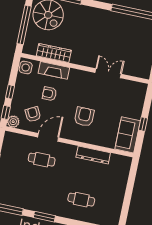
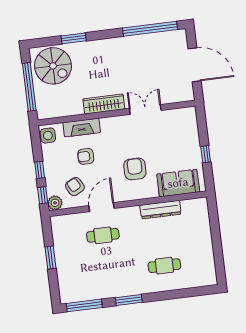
wardrobe: (54, 53) -> (104, 104), moved
sofa: (128, 135) -> (178, 183), moved, turned 90

